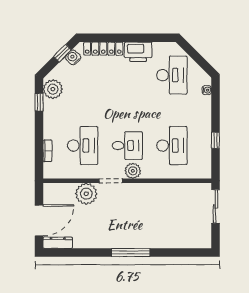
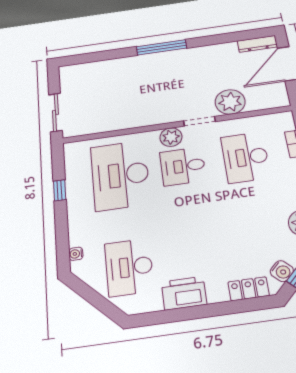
locker: (103, 49) -> (249, 289), width x0.66
desk: (172, 146) -> (120, 175), width x1.36, depth x1.30

